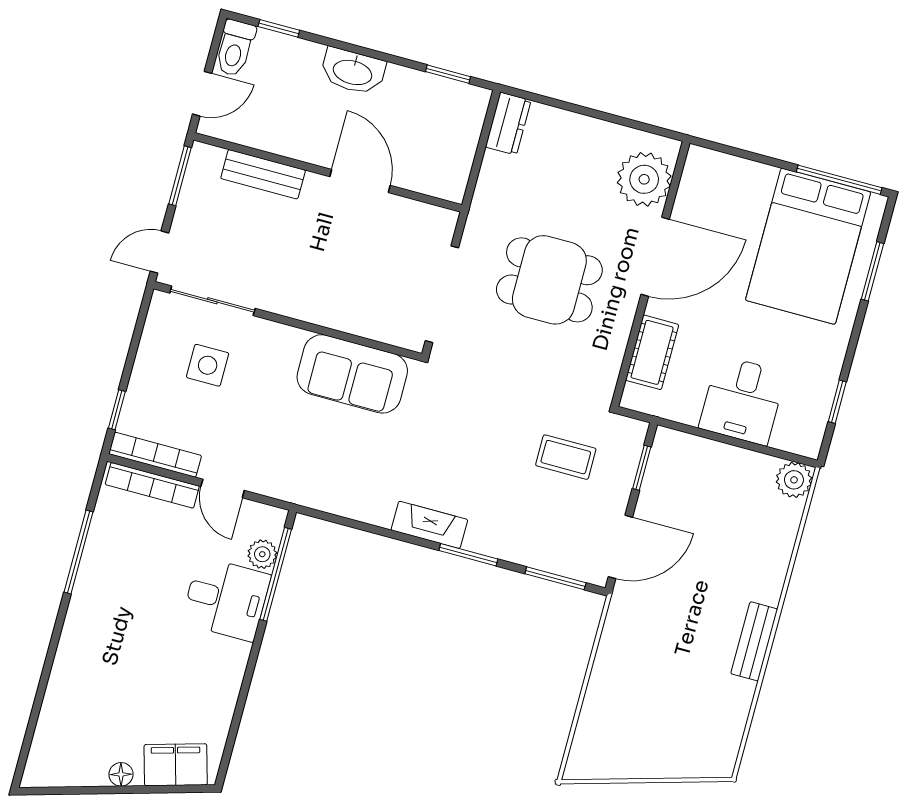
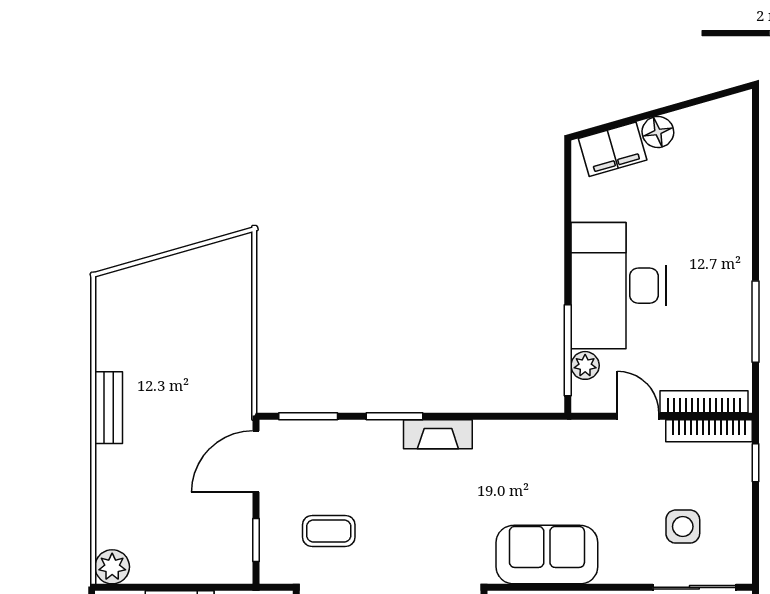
desk: (226, 599) -> (618, 286), width x1.87, depth x1.30
floor lamp: (121, 774) -> (658, 132), width x1.37, depth x1.37

